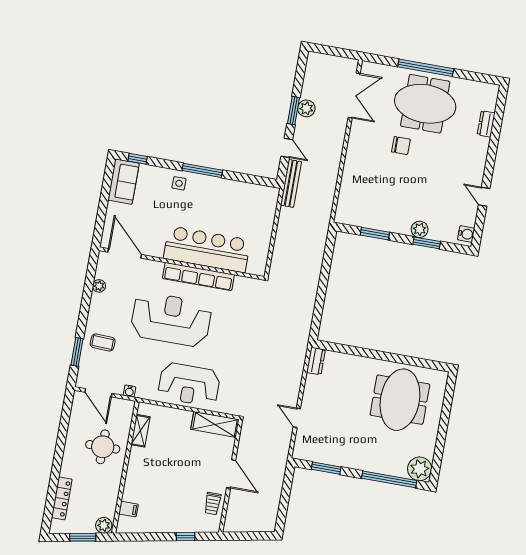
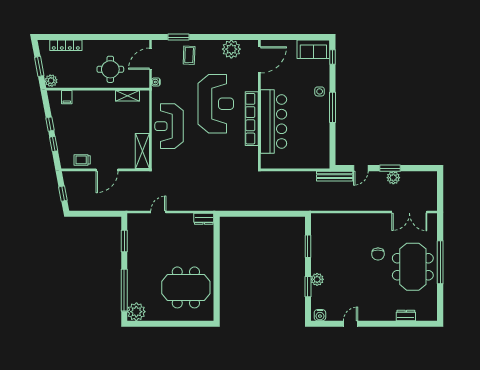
plant: (99, 286) -> (231, 49), width x1.88, depth x1.88
window: (251, 536) -> (63, 194), added
window: (159, 537) -> (50, 124), added

